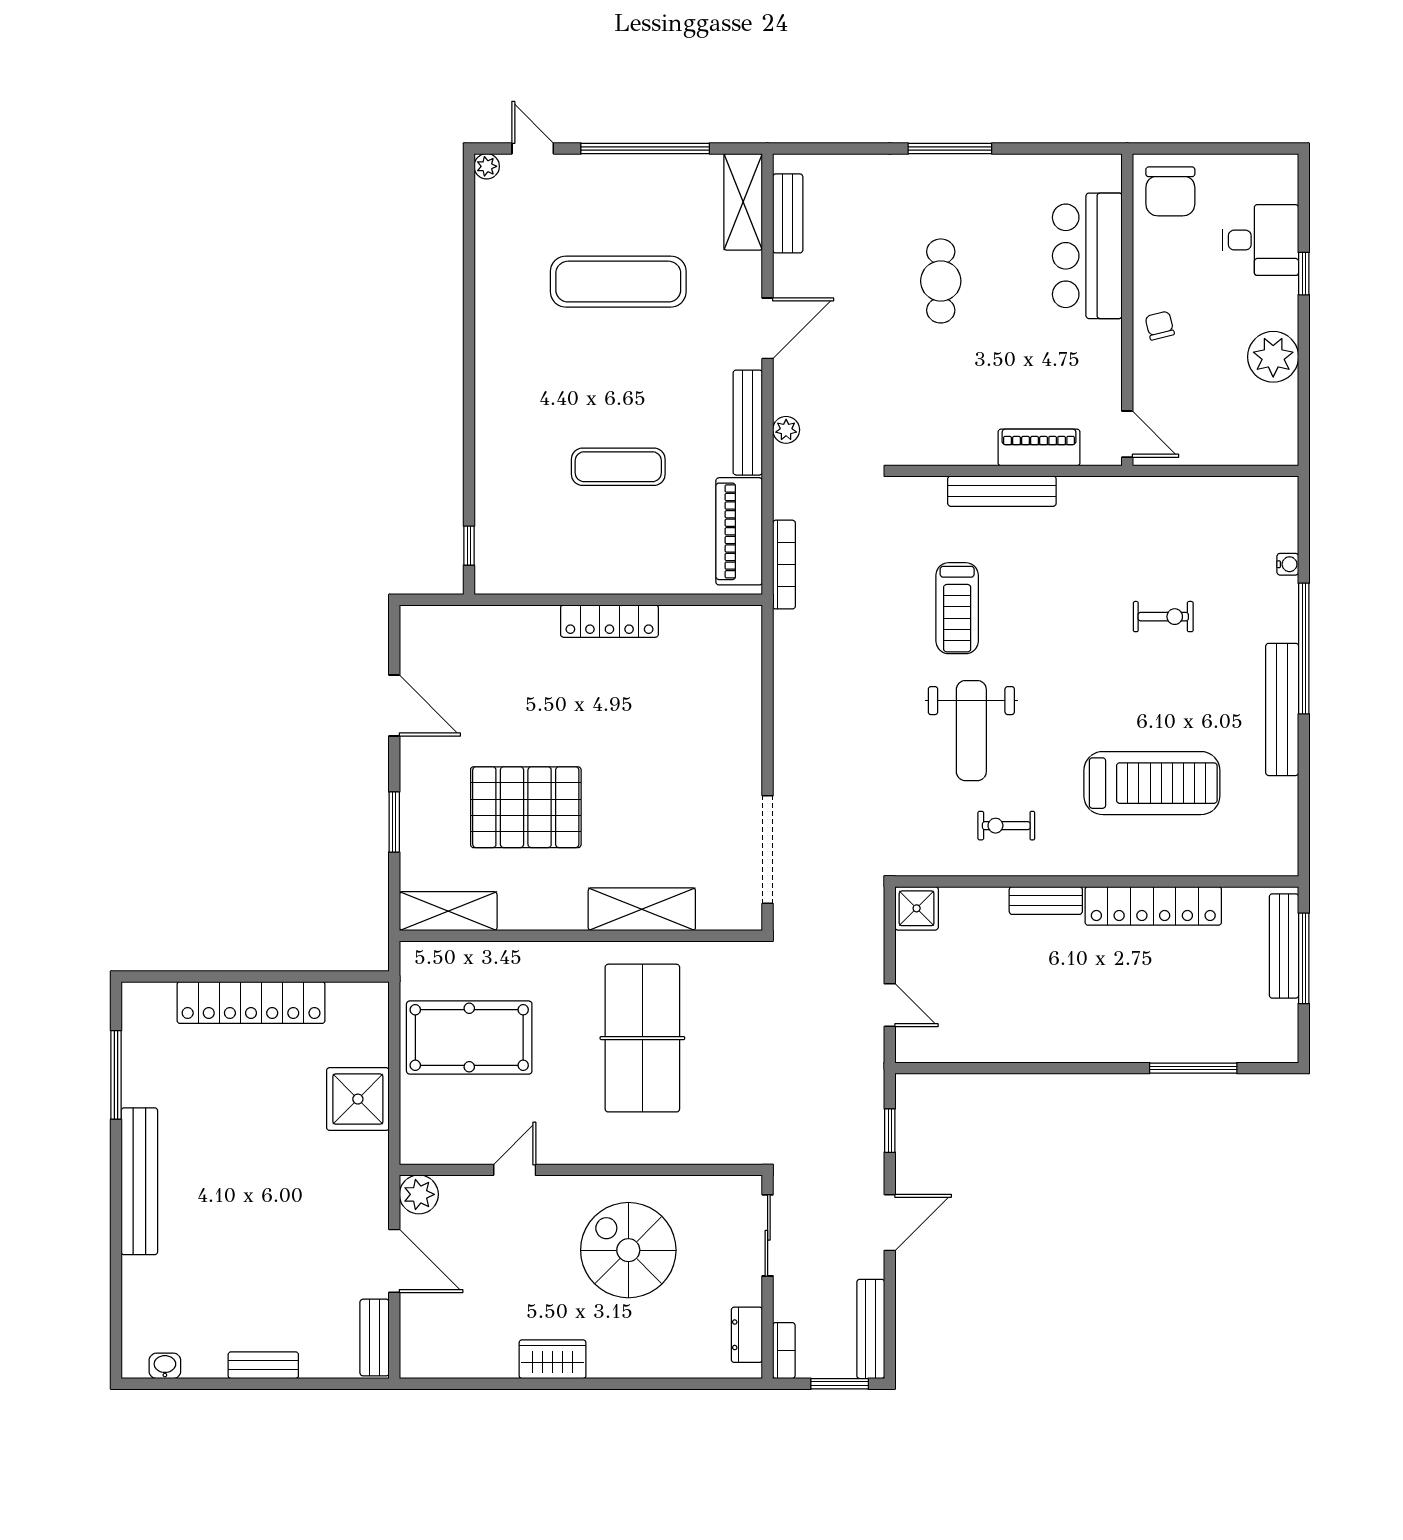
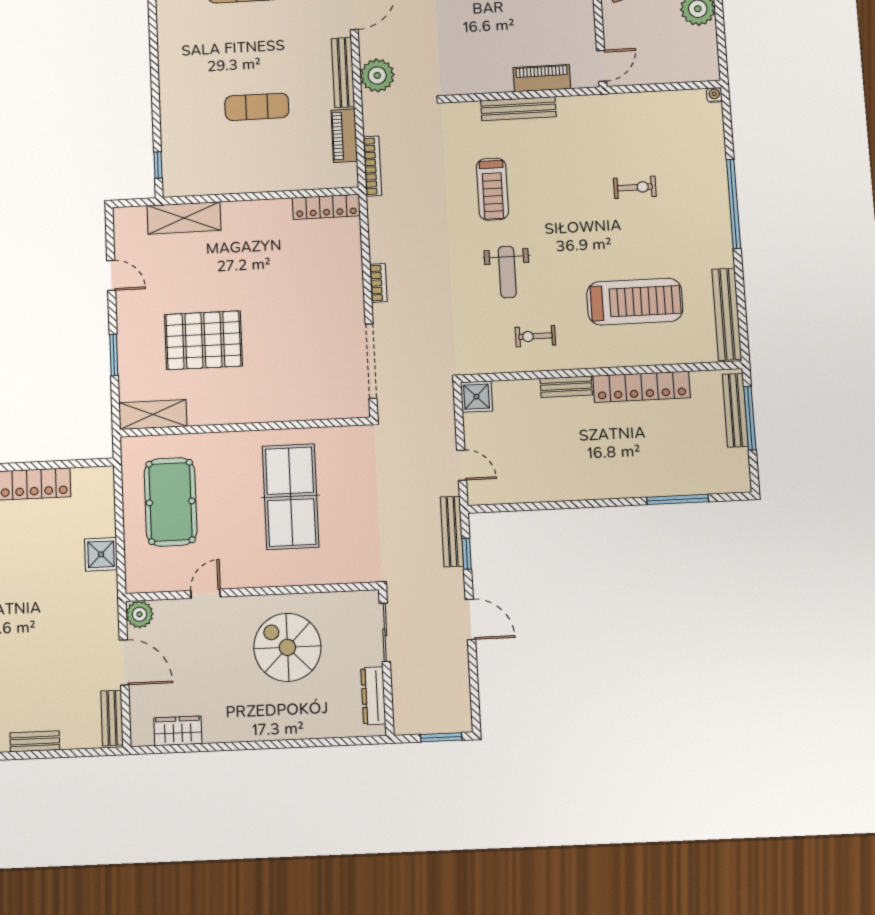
plant: (786, 430) -> (377, 75), width x1.88, depth x1.88
door: (1127, 434) -> (602, 66), hinge flipped
piano: (739, 531) -> (344, 136), width x0.73, depth x0.75
water cooler: (1288, 564) -> (714, 95), moved, turned -90
locker: (609, 621) -> (326, 207), moved
door: (394, 706) -> (111, 275), width x0.73
bench: (1282, 709) -> (727, 314), moved
weight bench: (971, 731) -> (507, 272), width x0.73, depth x0.75
shelving: (642, 909) -> (184, 218), moved
pool table: (469, 1038) -> (171, 502), turned 90
shower: (358, 1099) -> (101, 554), width x0.73, depth x0.73
door: (890, 1223) -> (470, 619), hinge flipped
bench: (871, 1329) -> (452, 532), moved
dresser: (747, 1335) -> (373, 696), width x1.44
bookcase: (784, 1351) -> (378, 283), moved
wardrobe: (553, 1359) -> (178, 731), moved

